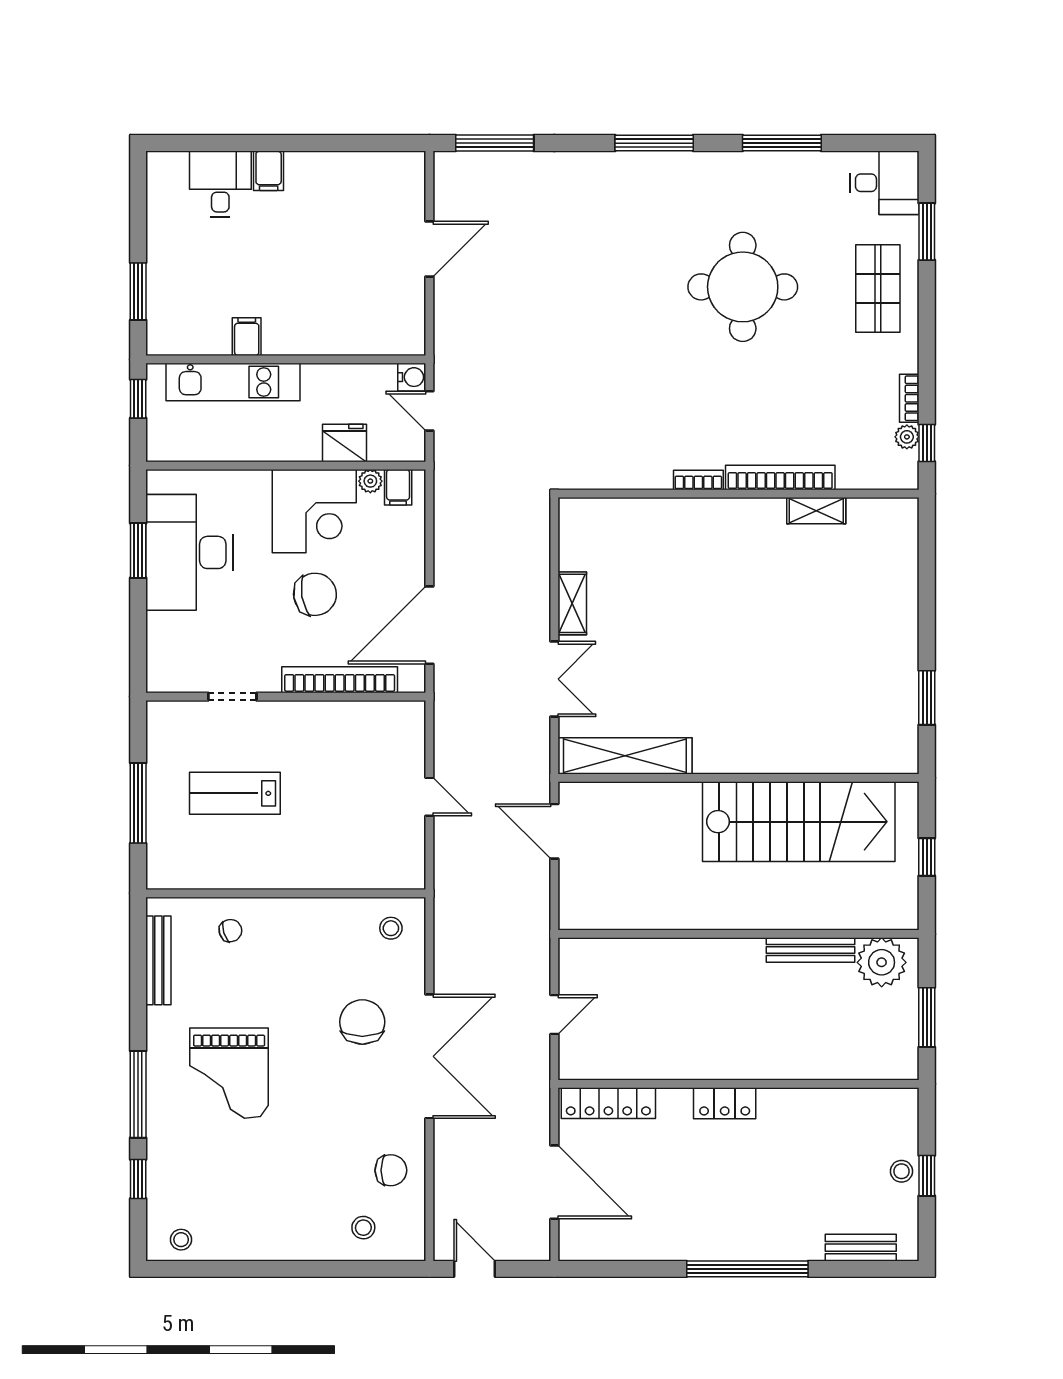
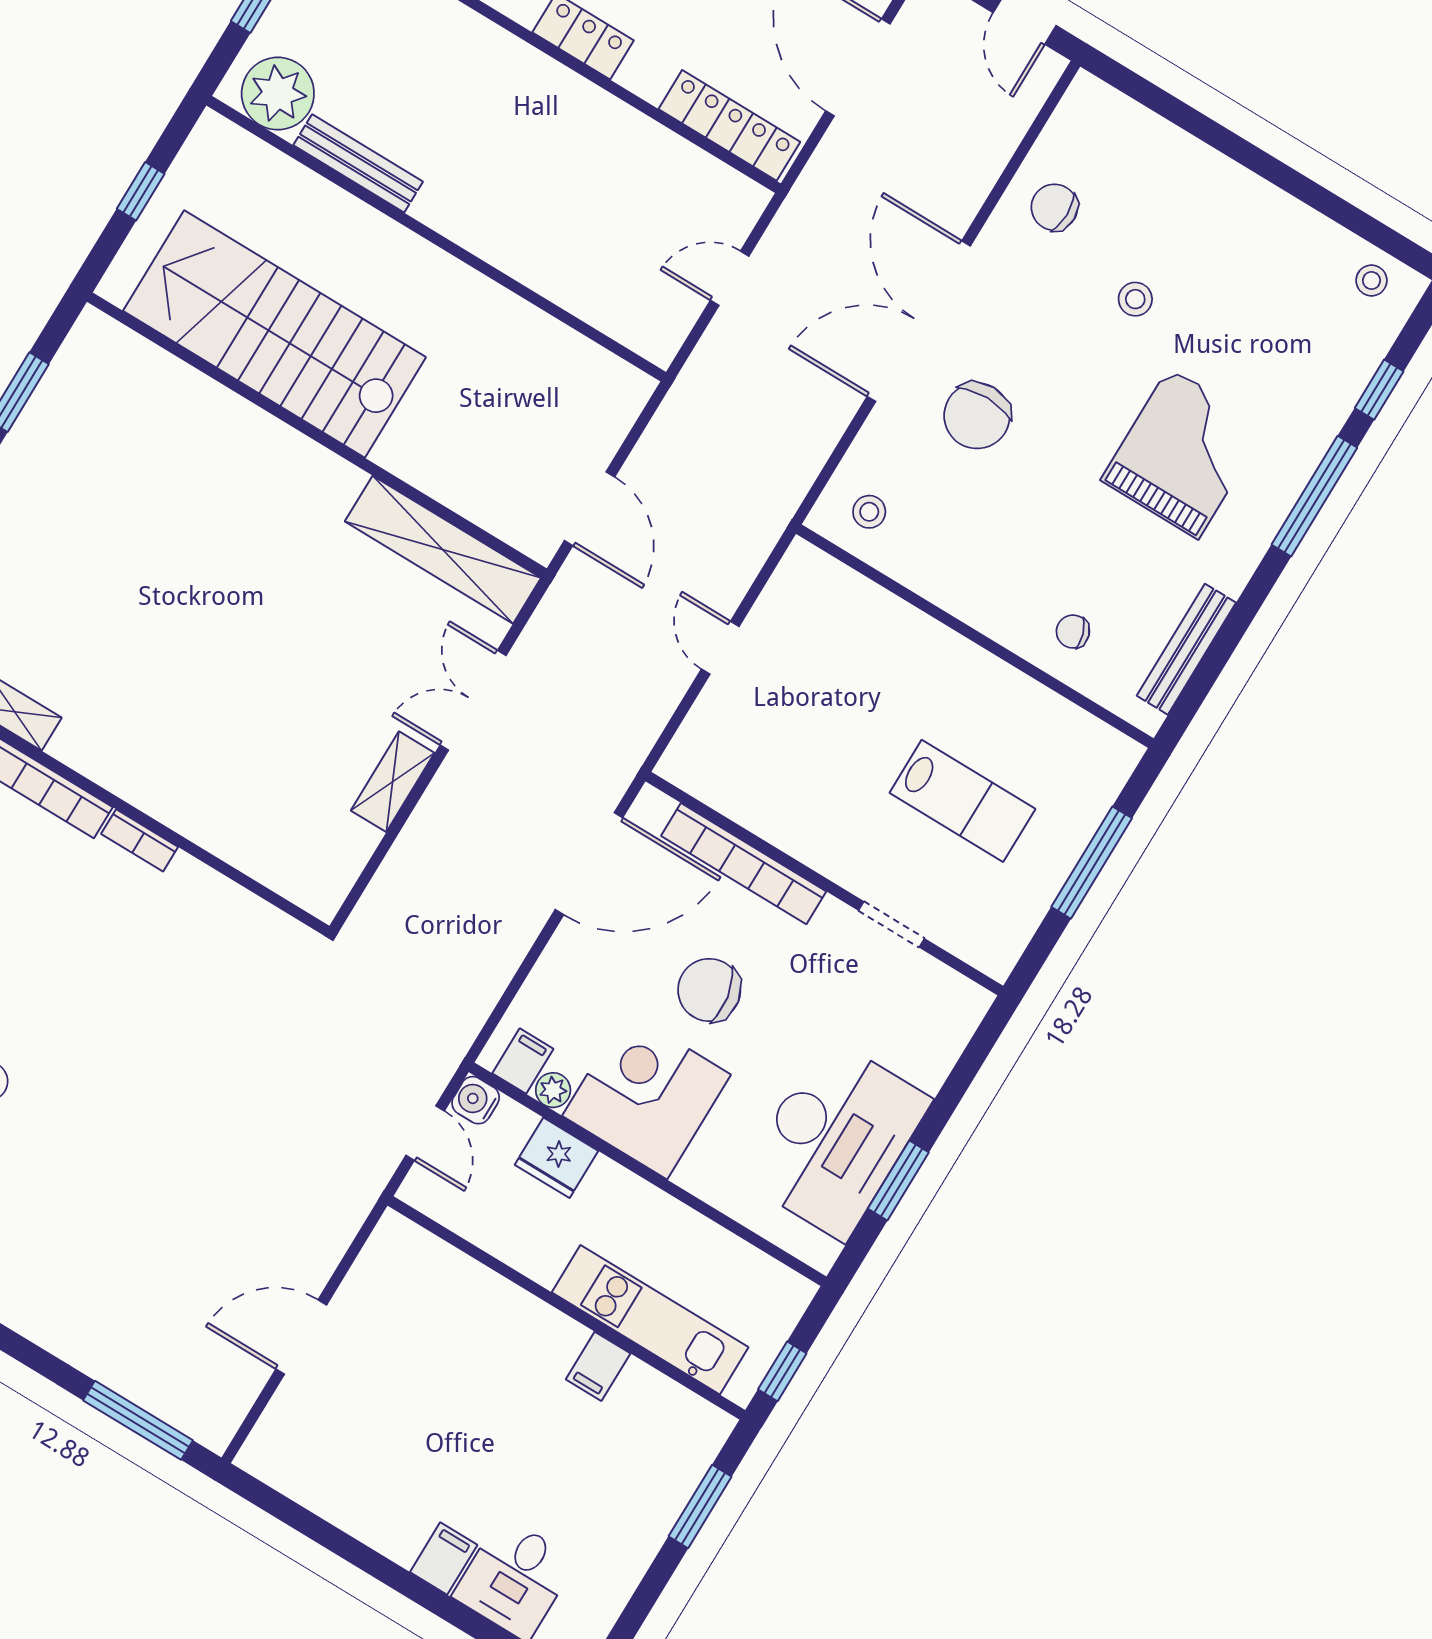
water cooler: (412, 377) -> (476, 1100), moved
stool: (363, 1228) -> (1135, 299), moved

